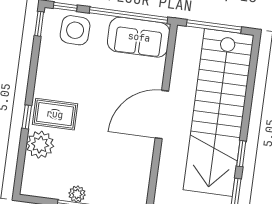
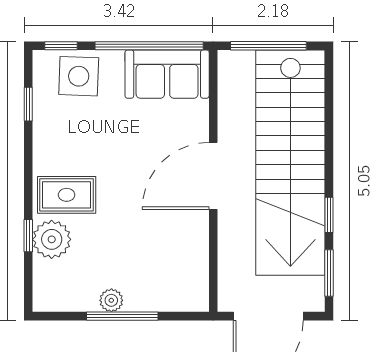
window: (39, 24) -> (28, 104), moved
window: (27, 117) -> (28, 236), moved

